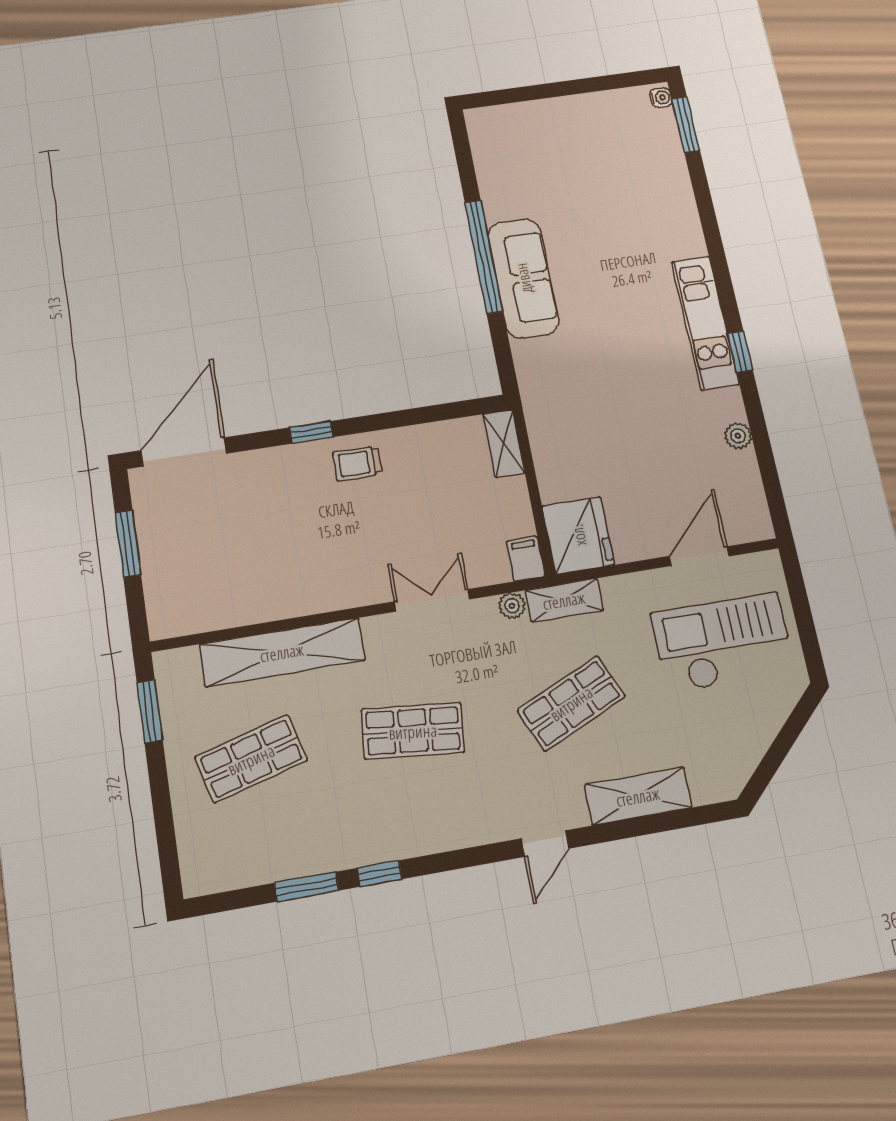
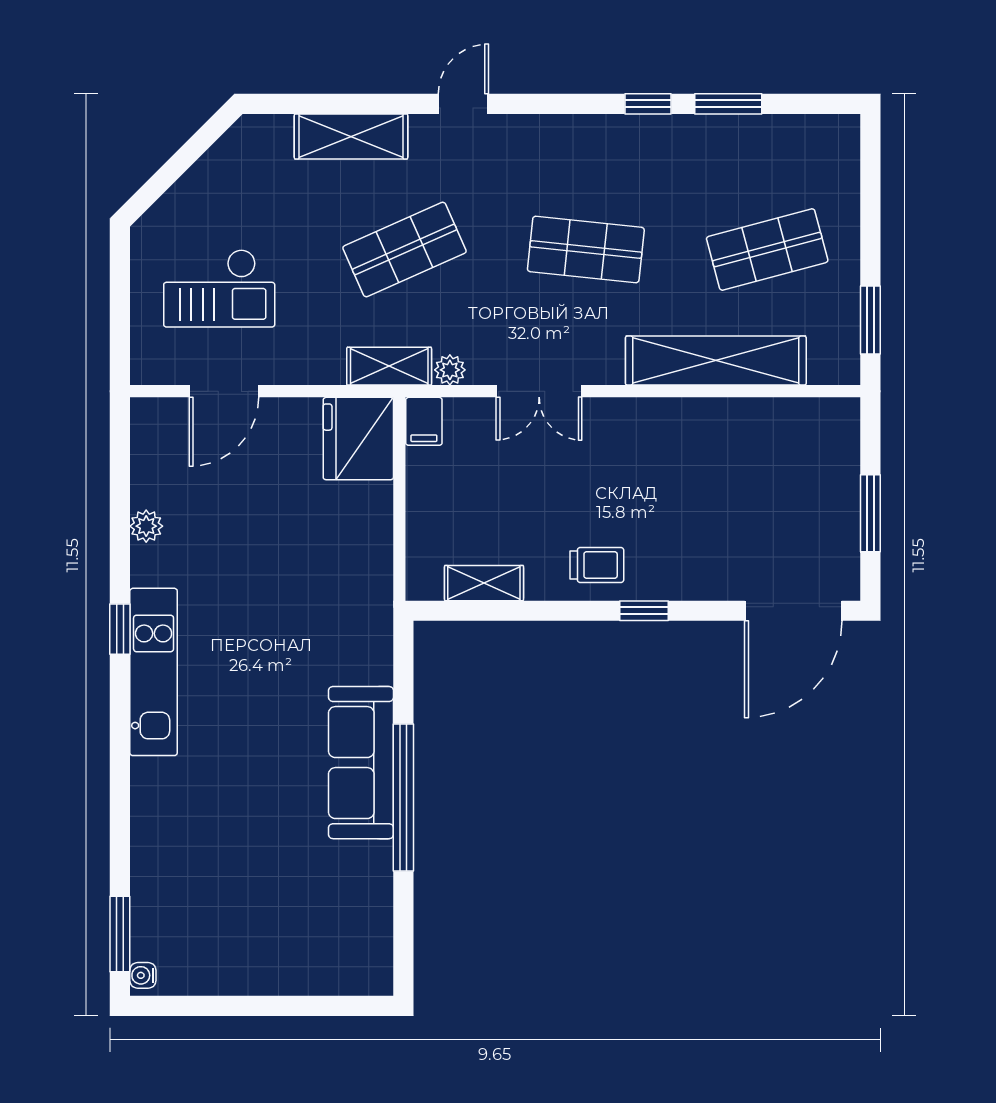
shelving: (504, 443) -> (484, 583), moved, turned 90
checkout: (723, 642) -> (219, 288), width x0.73, depth x0.83

